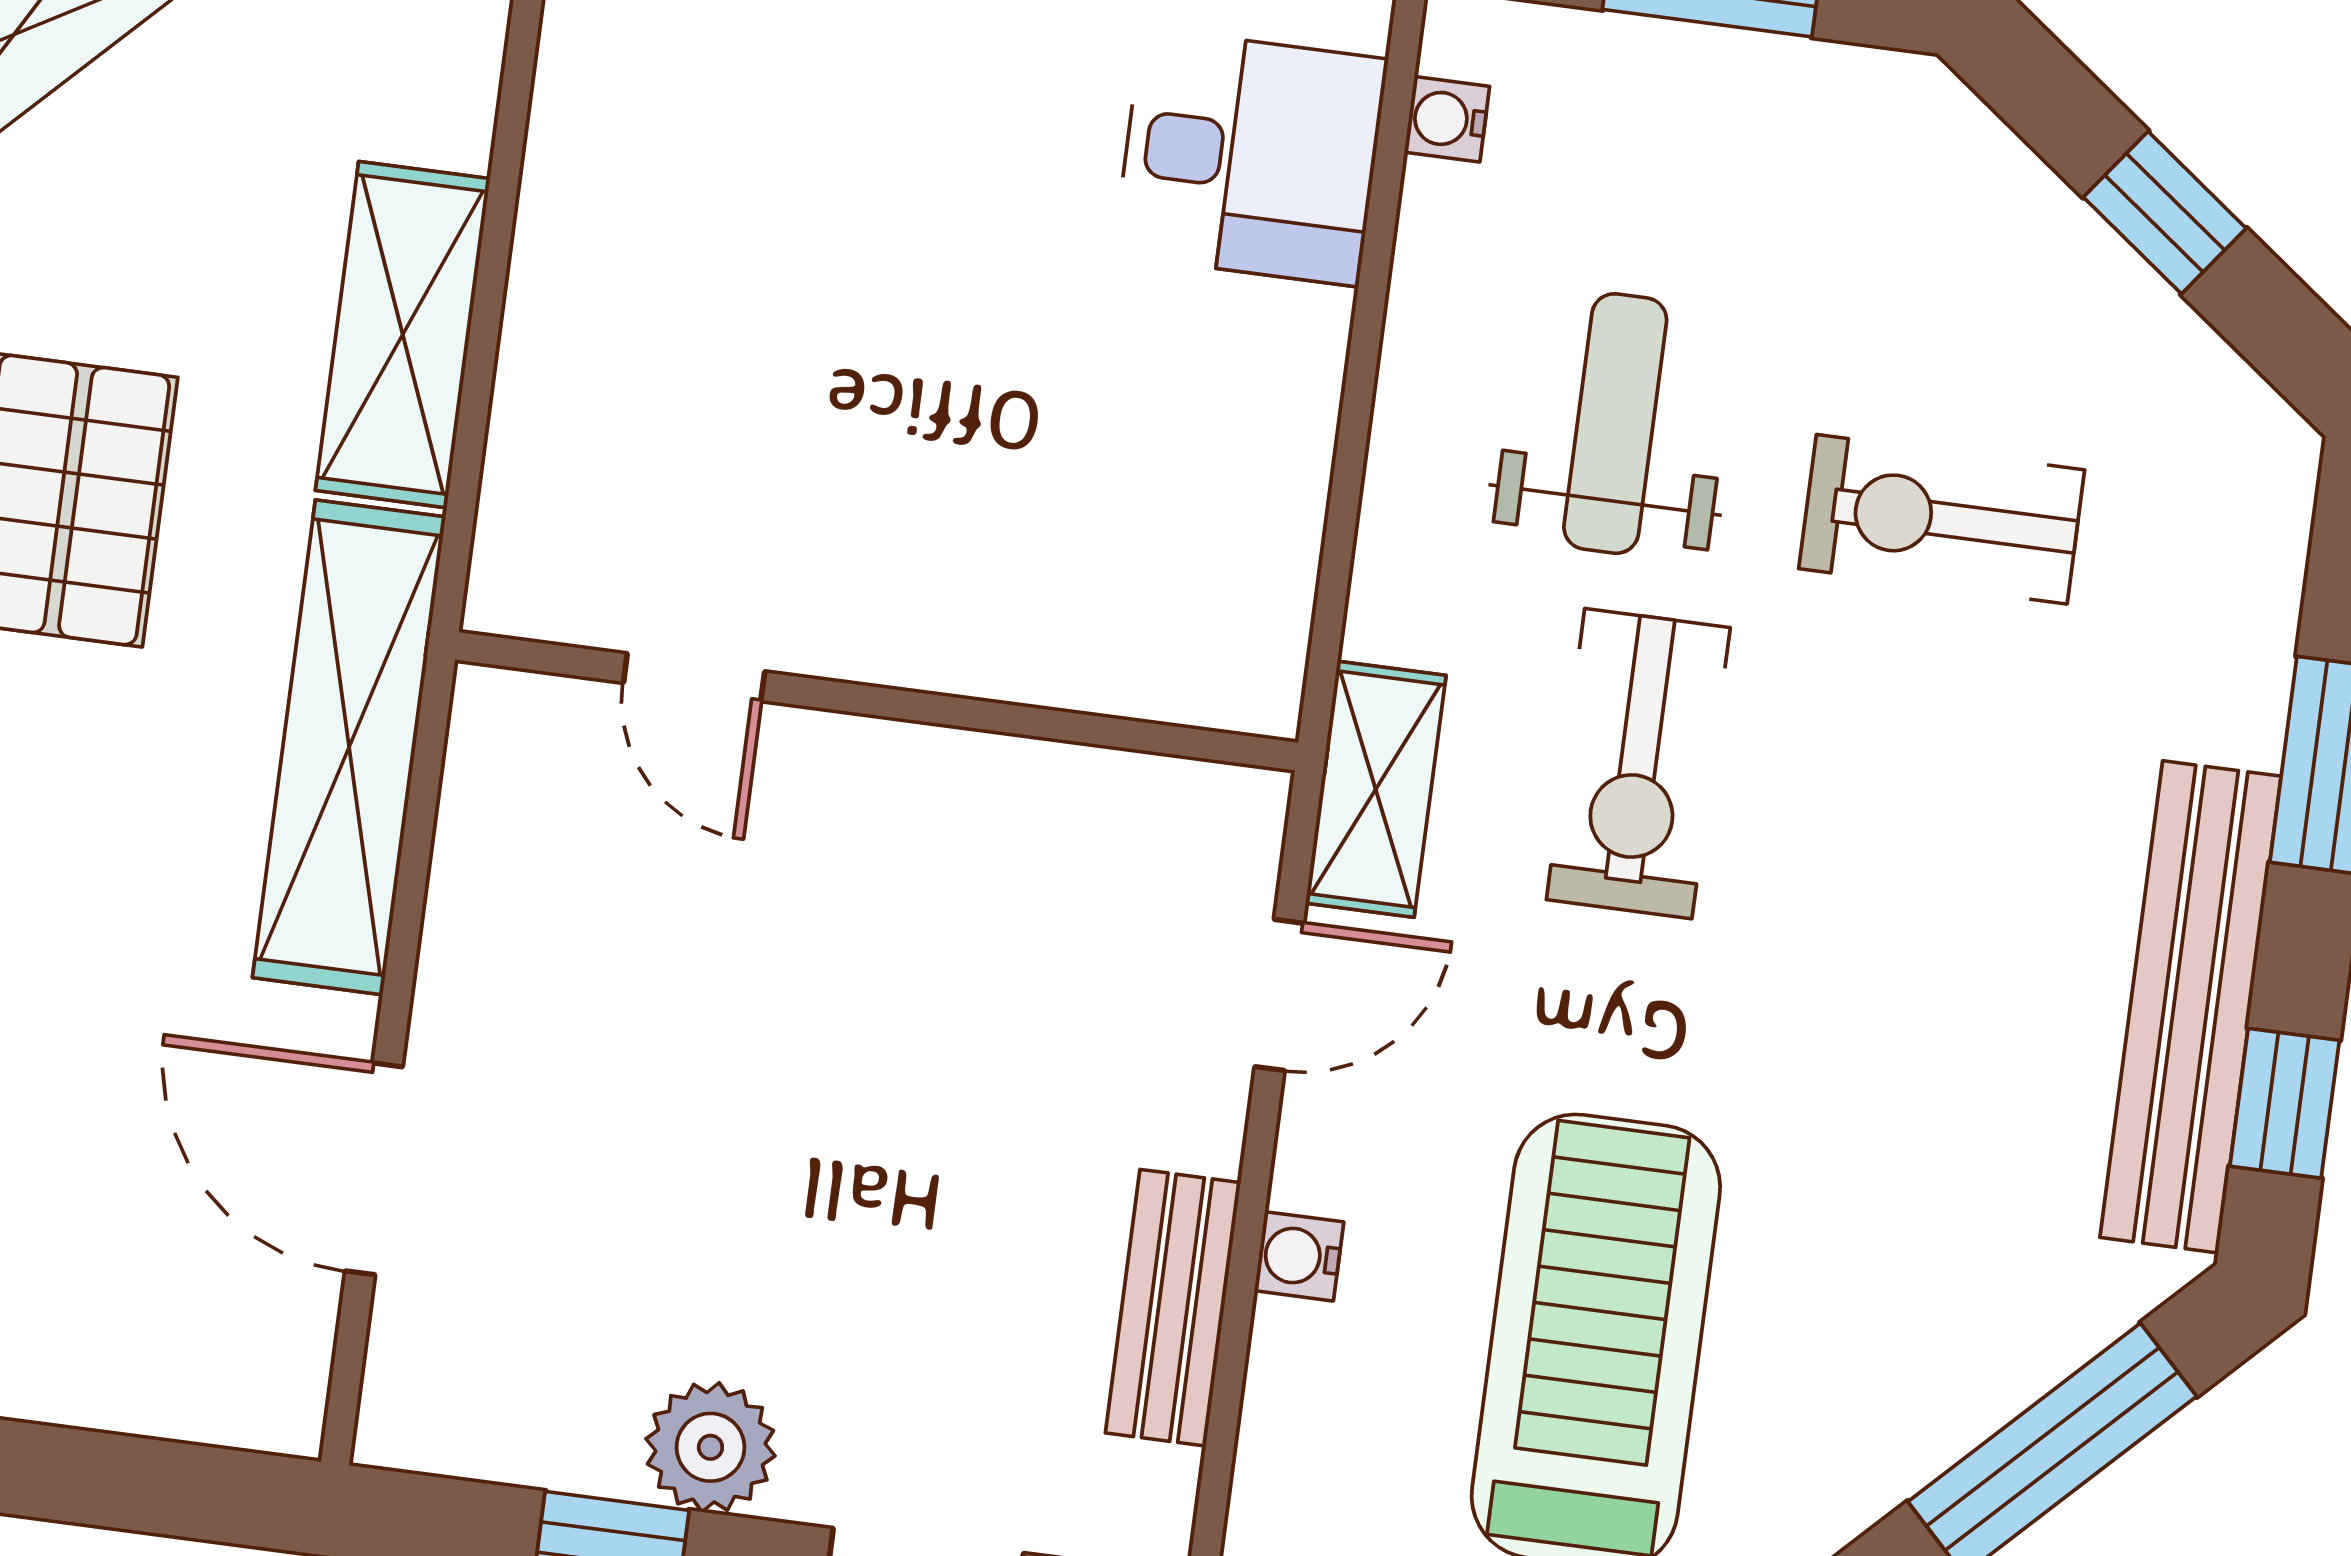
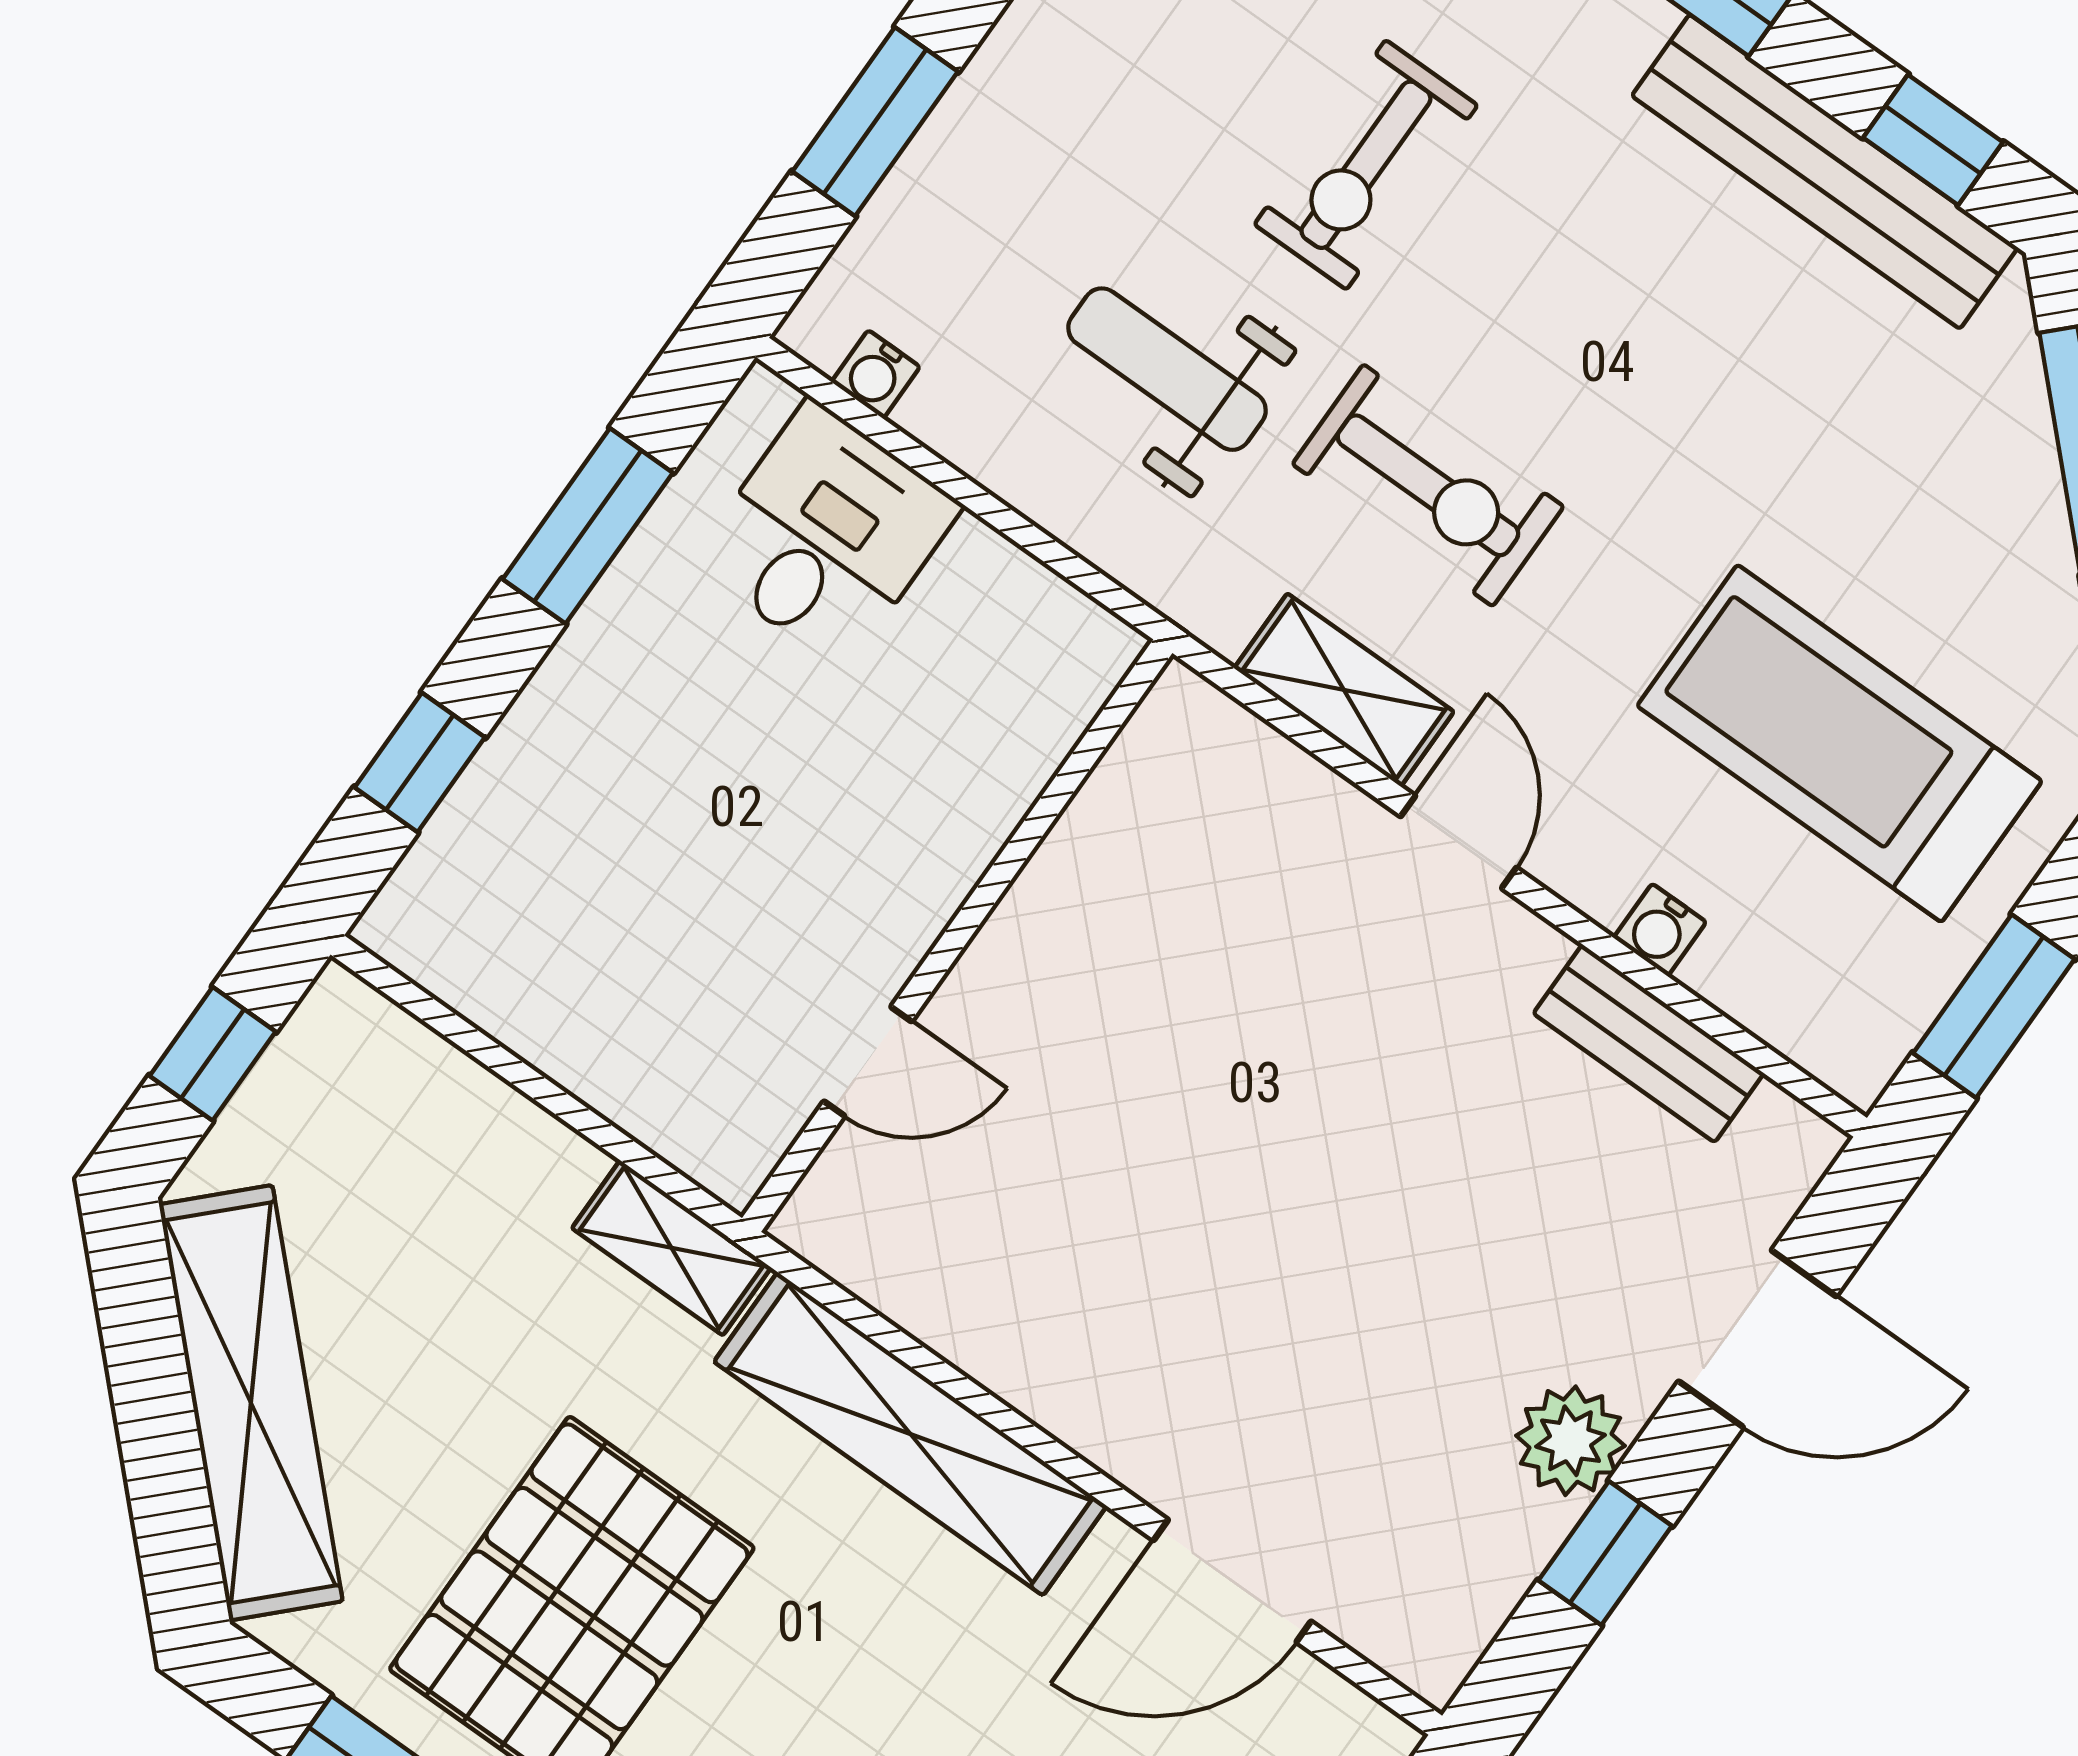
shelving: (403, 335) -> (671, 1248), width x0.67, depth x0.75
door: (694, 677) -> (868, 1061), moved
wall: (877, 701) -> (957, 936), moved

